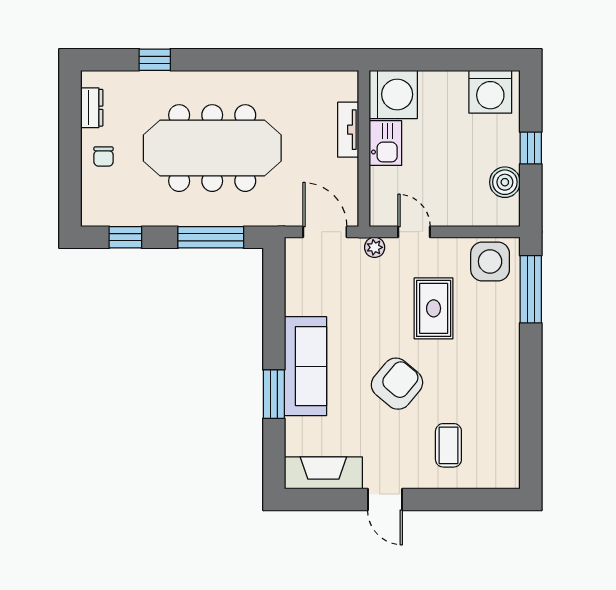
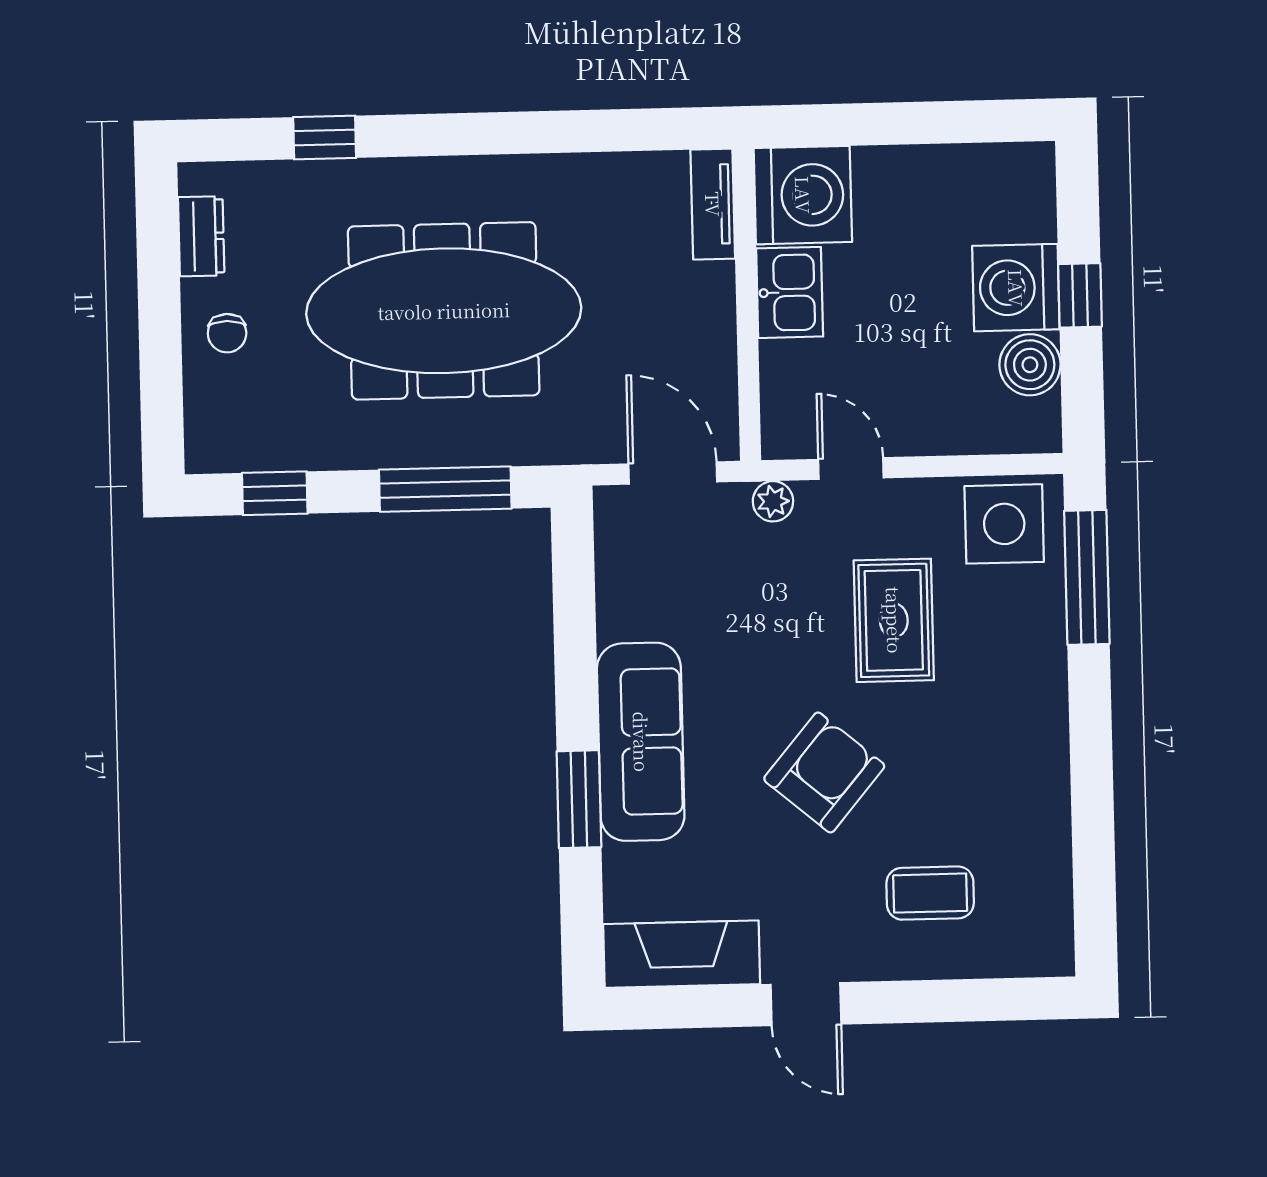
washing machine: (490, 92) -> (1016, 288), moved, turned 90
tv unit: (348, 130) -> (713, 204), moved
coffee table: (448, 445) -> (930, 893), turned 90

